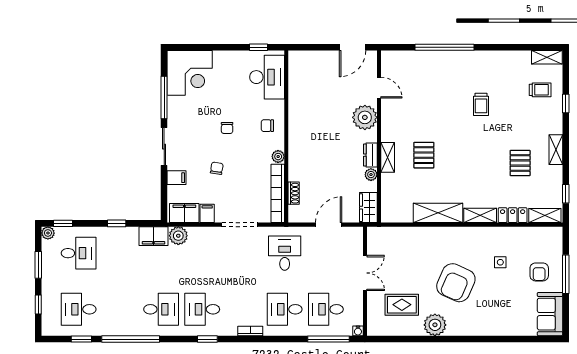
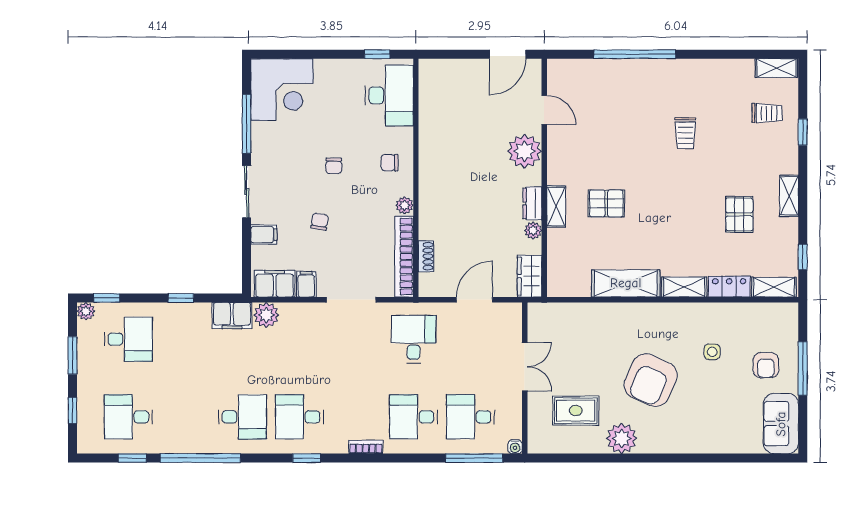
pallet: (424, 155) -> (606, 203), turned 90

